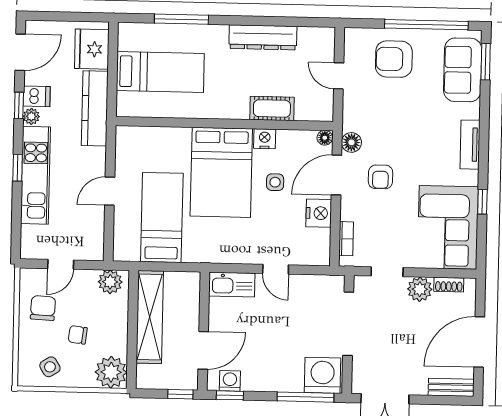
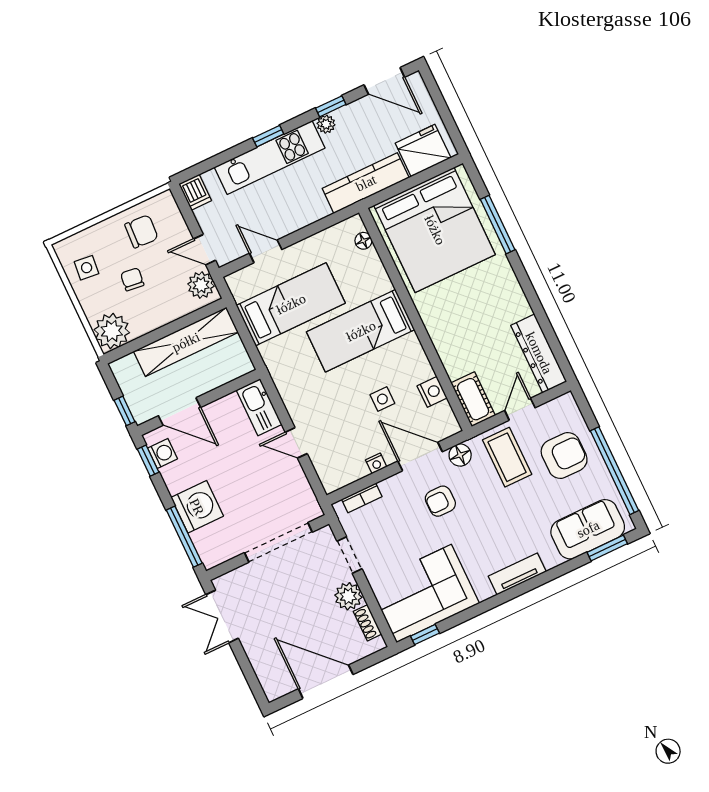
dresser: (263, 37) -> (539, 353), moved
armchair: (394, 59) -> (564, 456), turned 90
bed: (160, 72) -> (435, 230), width x2.04
dishwasher: (37, 96) -> (195, 192), moved
coffee table: (372, 106) -> (507, 457), added
cot: (272, 108) -> (473, 399), moved
floor lamp: (325, 138) -> (363, 241), moved
nightstand: (265, 139) -> (432, 392), moved
bed: (221, 172) -> (361, 331), width x0.67
door: (110, 191) -> (266, 251), moved
window: (482, 202) -> (425, 635), moved
nightstand: (319, 213) -> (376, 463), width x0.53, depth x0.56
door: (61, 264) -> (204, 250), moved
door: (276, 269) -> (296, 443), hinge flipped
side table: (50, 367) -> (87, 268), turned 38
washing machine: (323, 375) -> (197, 507), moved
bench: (451, 387) -> (267, 676), removed

